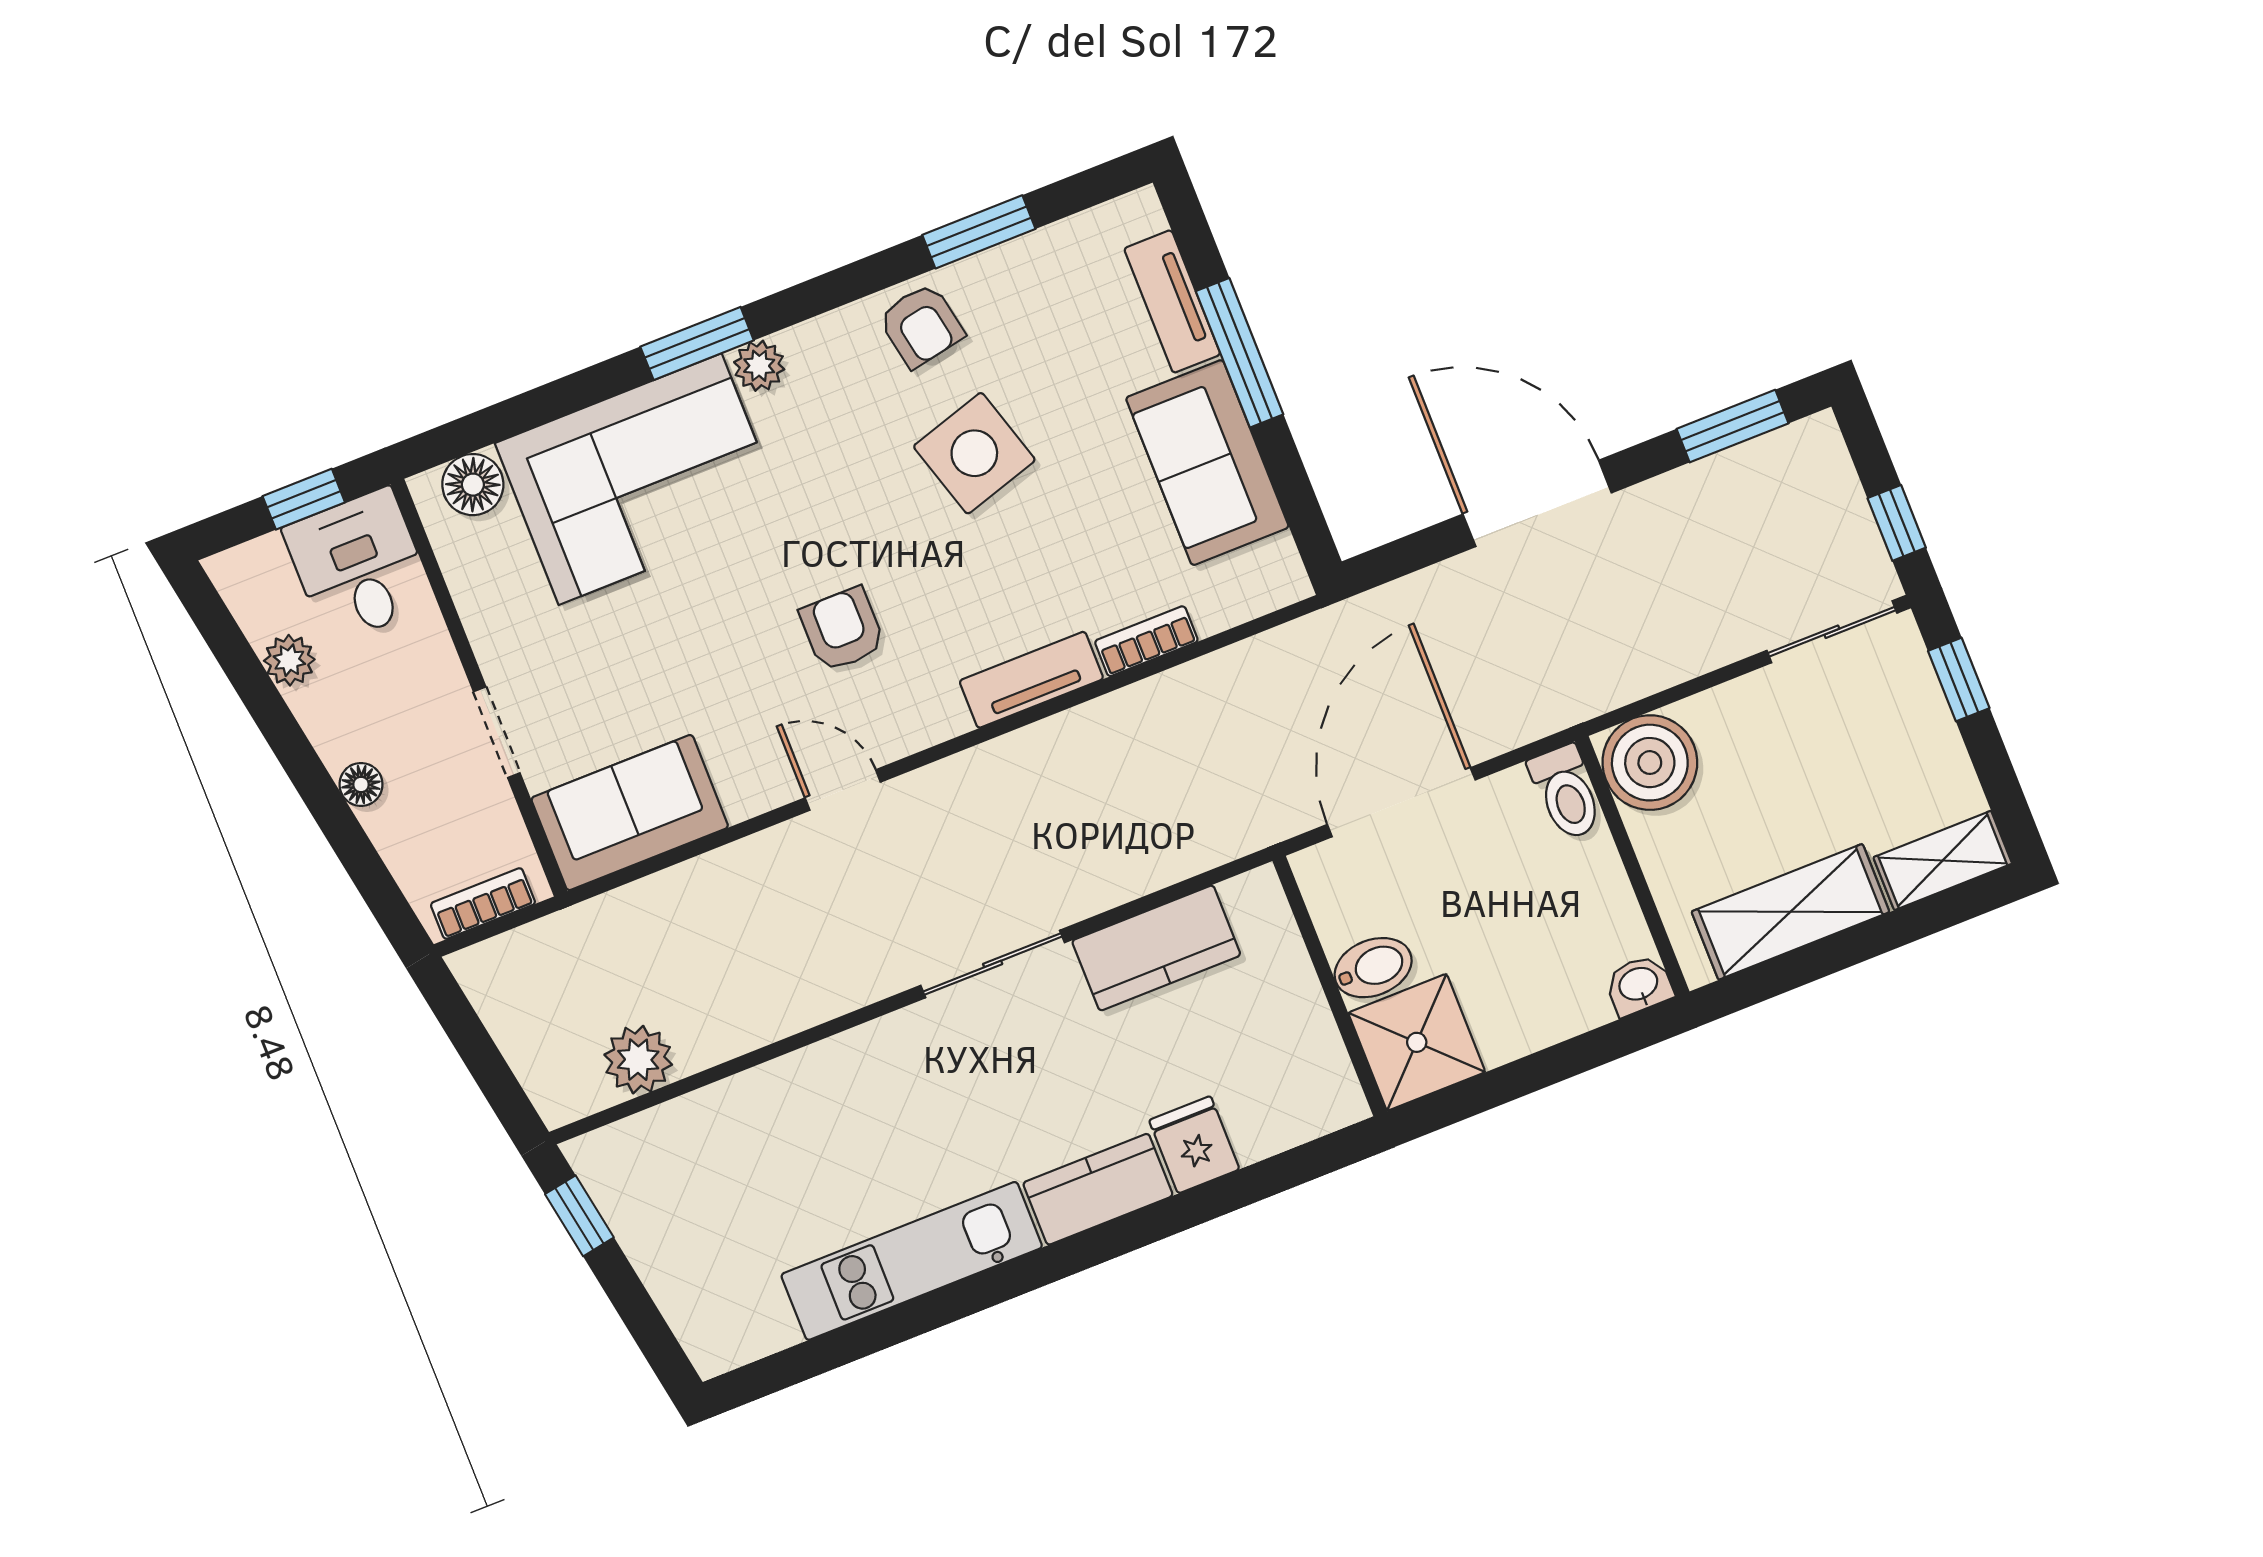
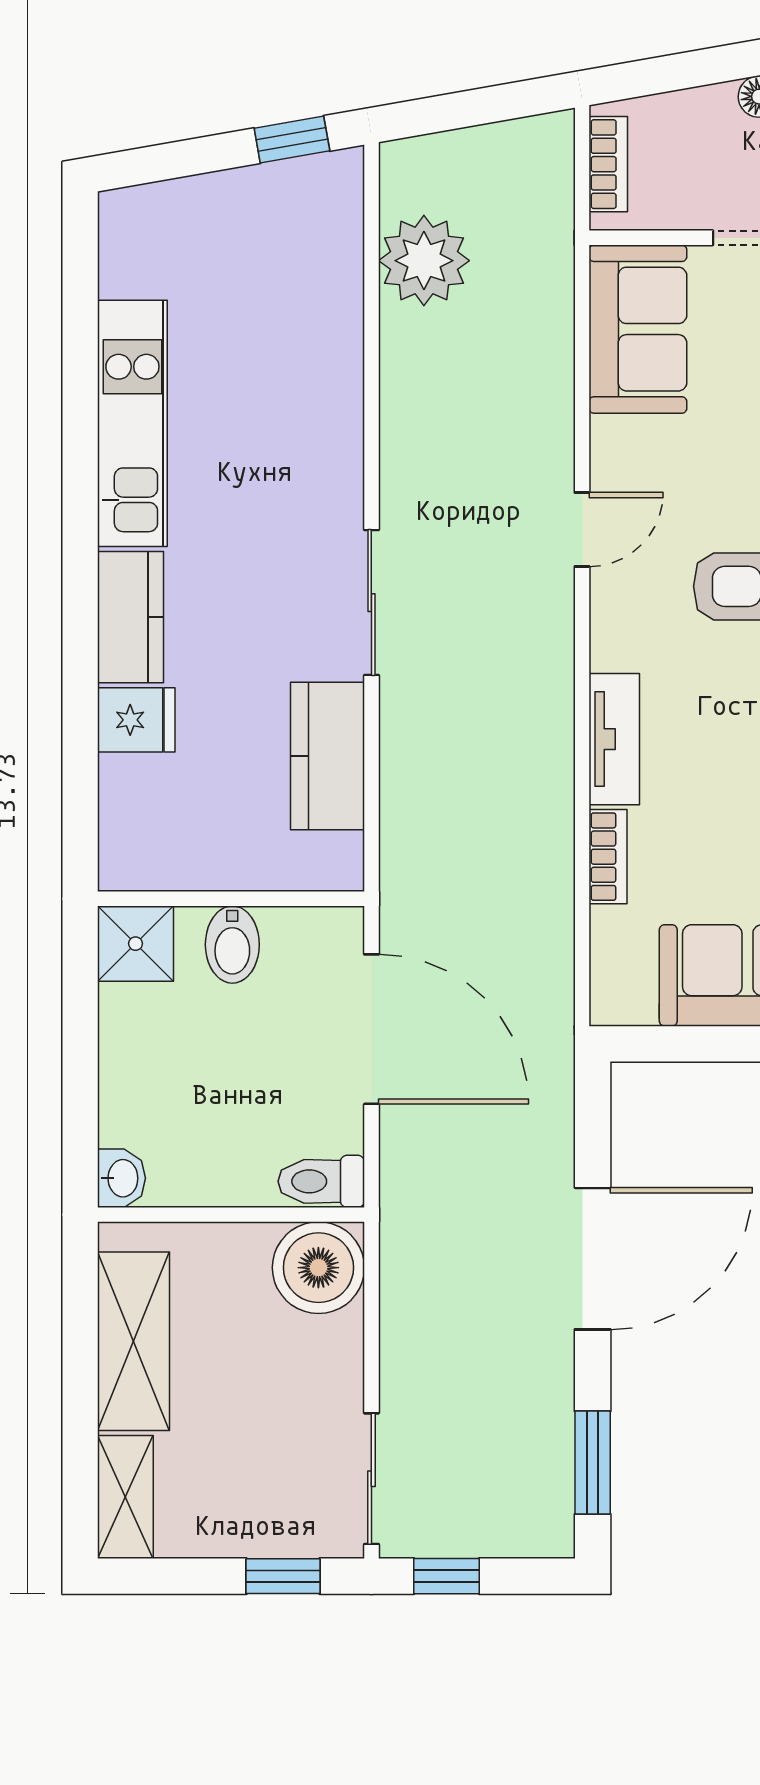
shower: (1417, 1042) -> (136, 944), width x0.73, depth x0.73
plant: (638, 1060) -> (424, 261), width x1.36, depth x1.36

